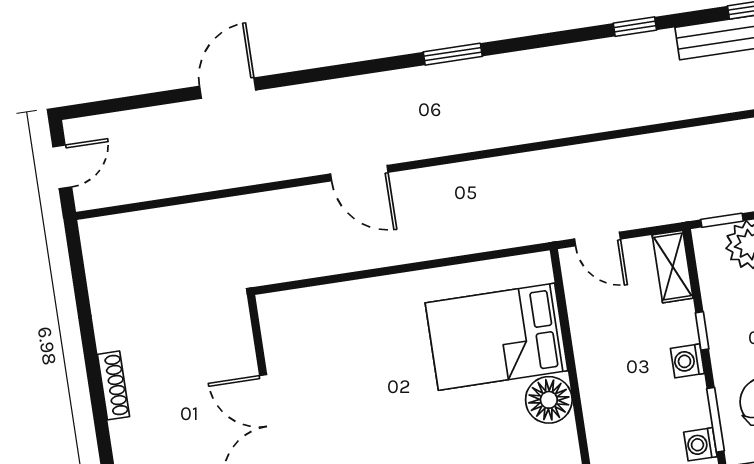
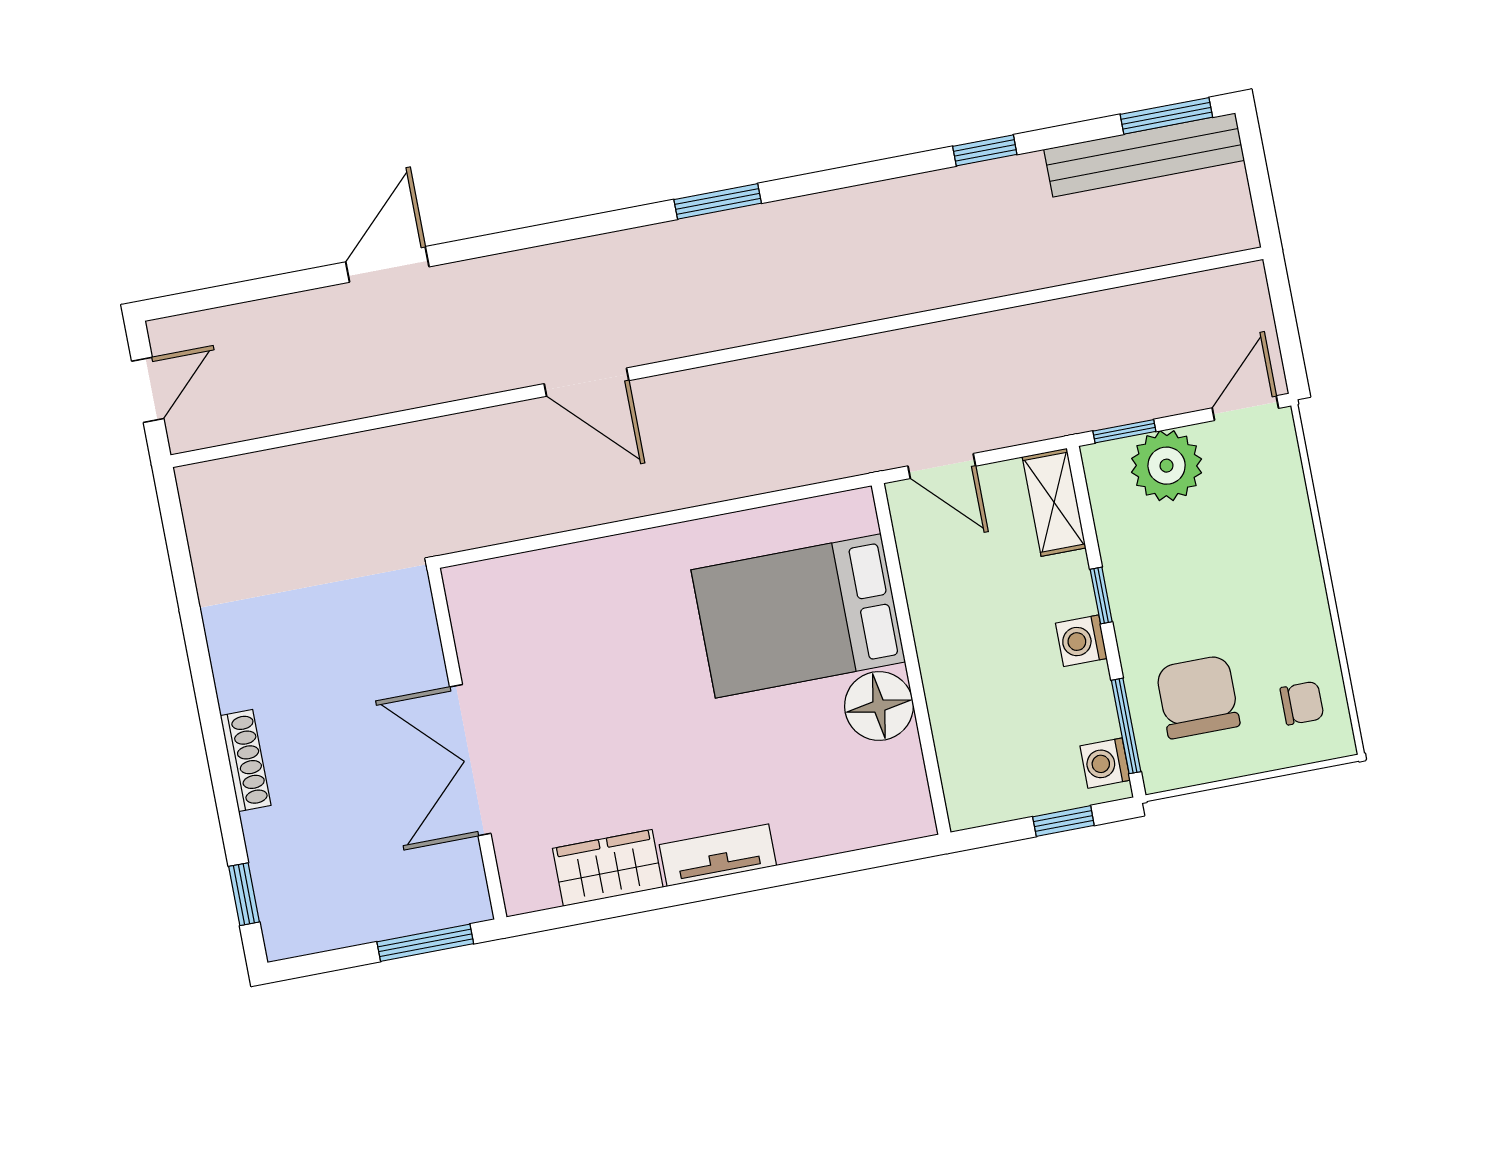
shoe rack: (113, 385) -> (246, 761), moved

